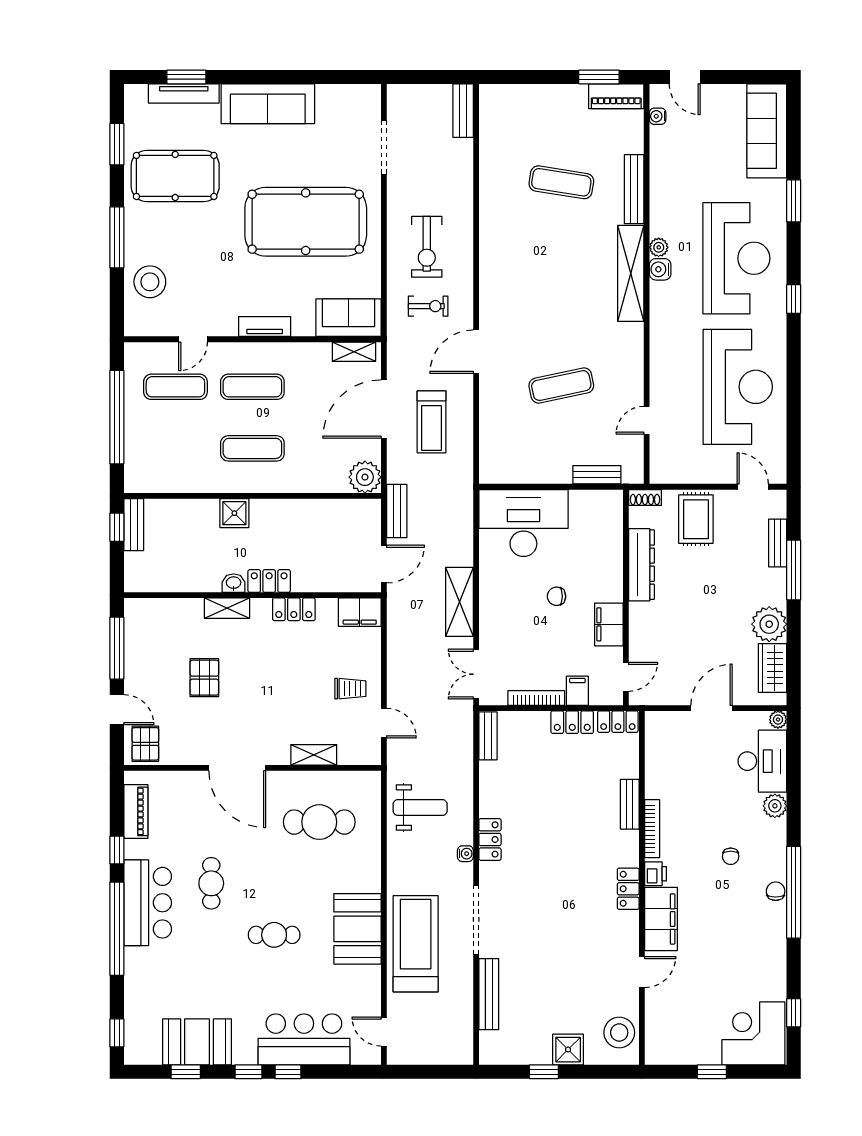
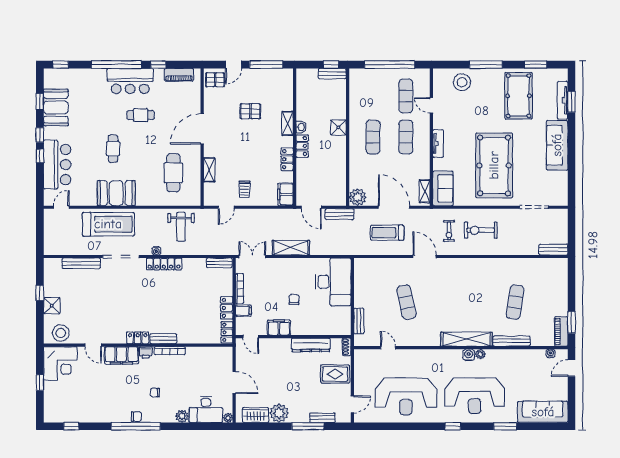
bench: (630, 804) -> (163, 339), moved
locker: (490, 839) -> (164, 264), width x1.53
corner desk: (753, 1033) -> (60, 363), moved, turned 90

